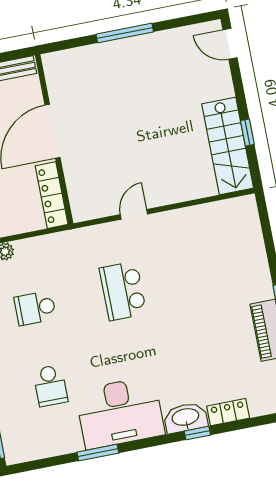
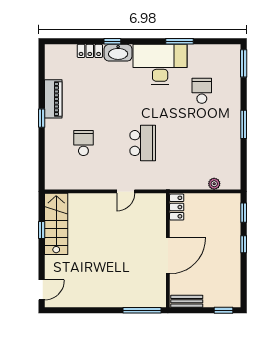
window: (125, 33) -> (142, 310), moved
door: (230, 44) -> (42, 290), hinge flipped
locker: (52, 195) -> (177, 207), width x0.66
school desk: (35, 308) -> (83, 143), moved, turned -90

